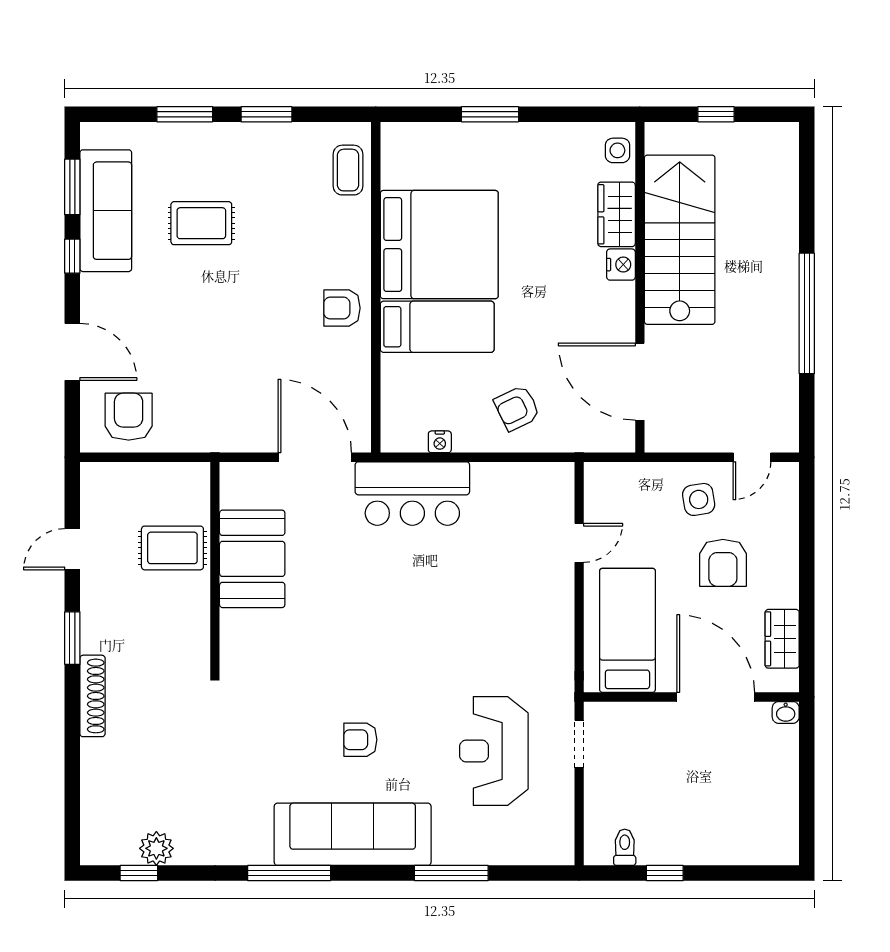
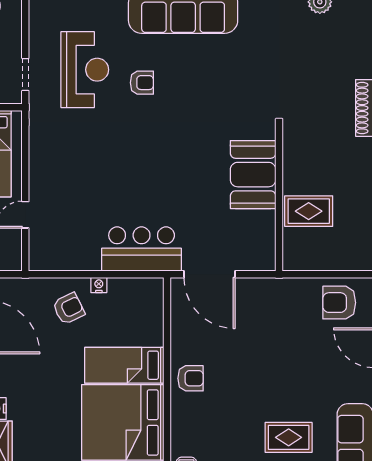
armchair: (129, 417) -> (339, 303), turned 90
nightstand: (440, 442) -> (99, 285), moved
booth: (252, 559) -> (253, 175), moved
armchair: (360, 740) -> (142, 83), moved

